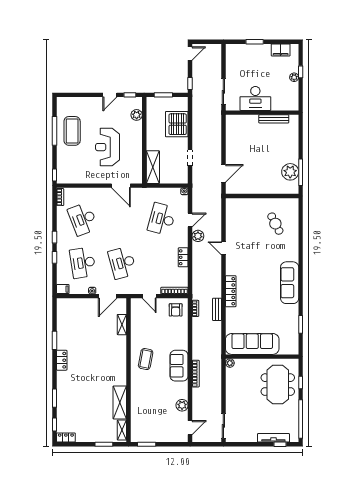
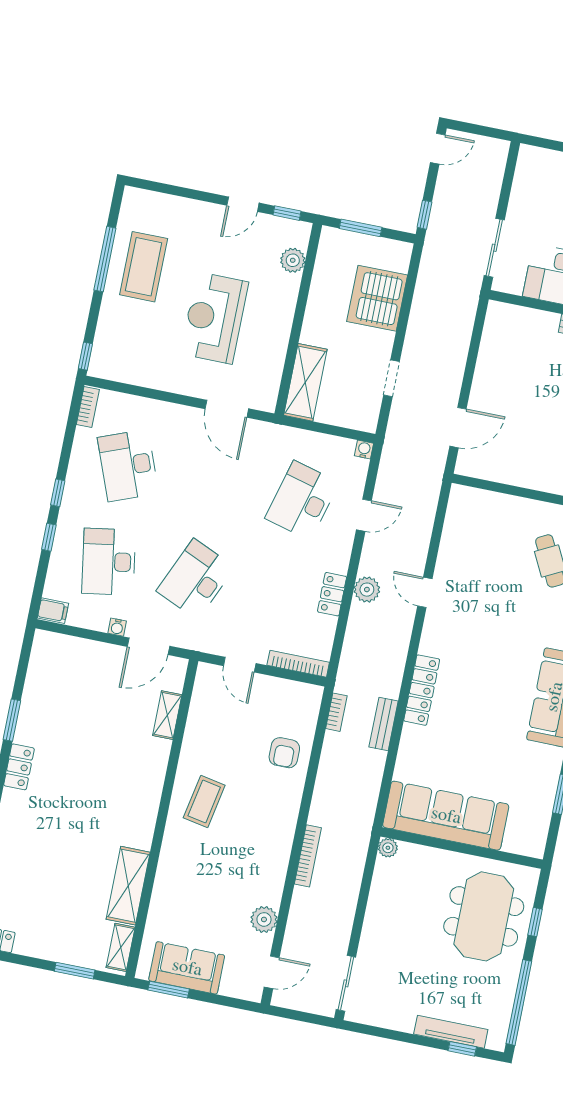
plant: (198, 236) -> (367, 590), moved
desk: (122, 263) -> (196, 579), turned 39
armchair: (176, 310) -> (284, 753), moved
sofa: (179, 366) -> (187, 968), moved, turned 90

